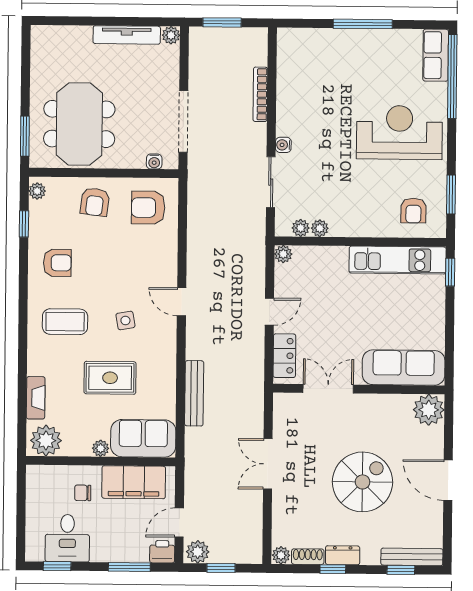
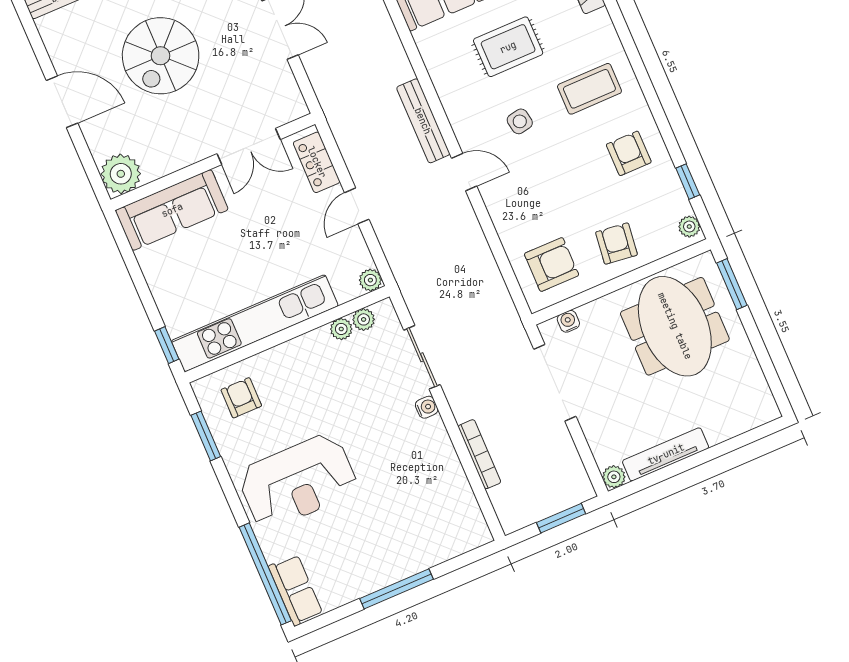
kitchen unit: (398, 260) -> (255, 323), width x1.36
armchair: (57, 263) -> (629, 153), turned 90
bench: (194, 393) -> (423, 121), moved

